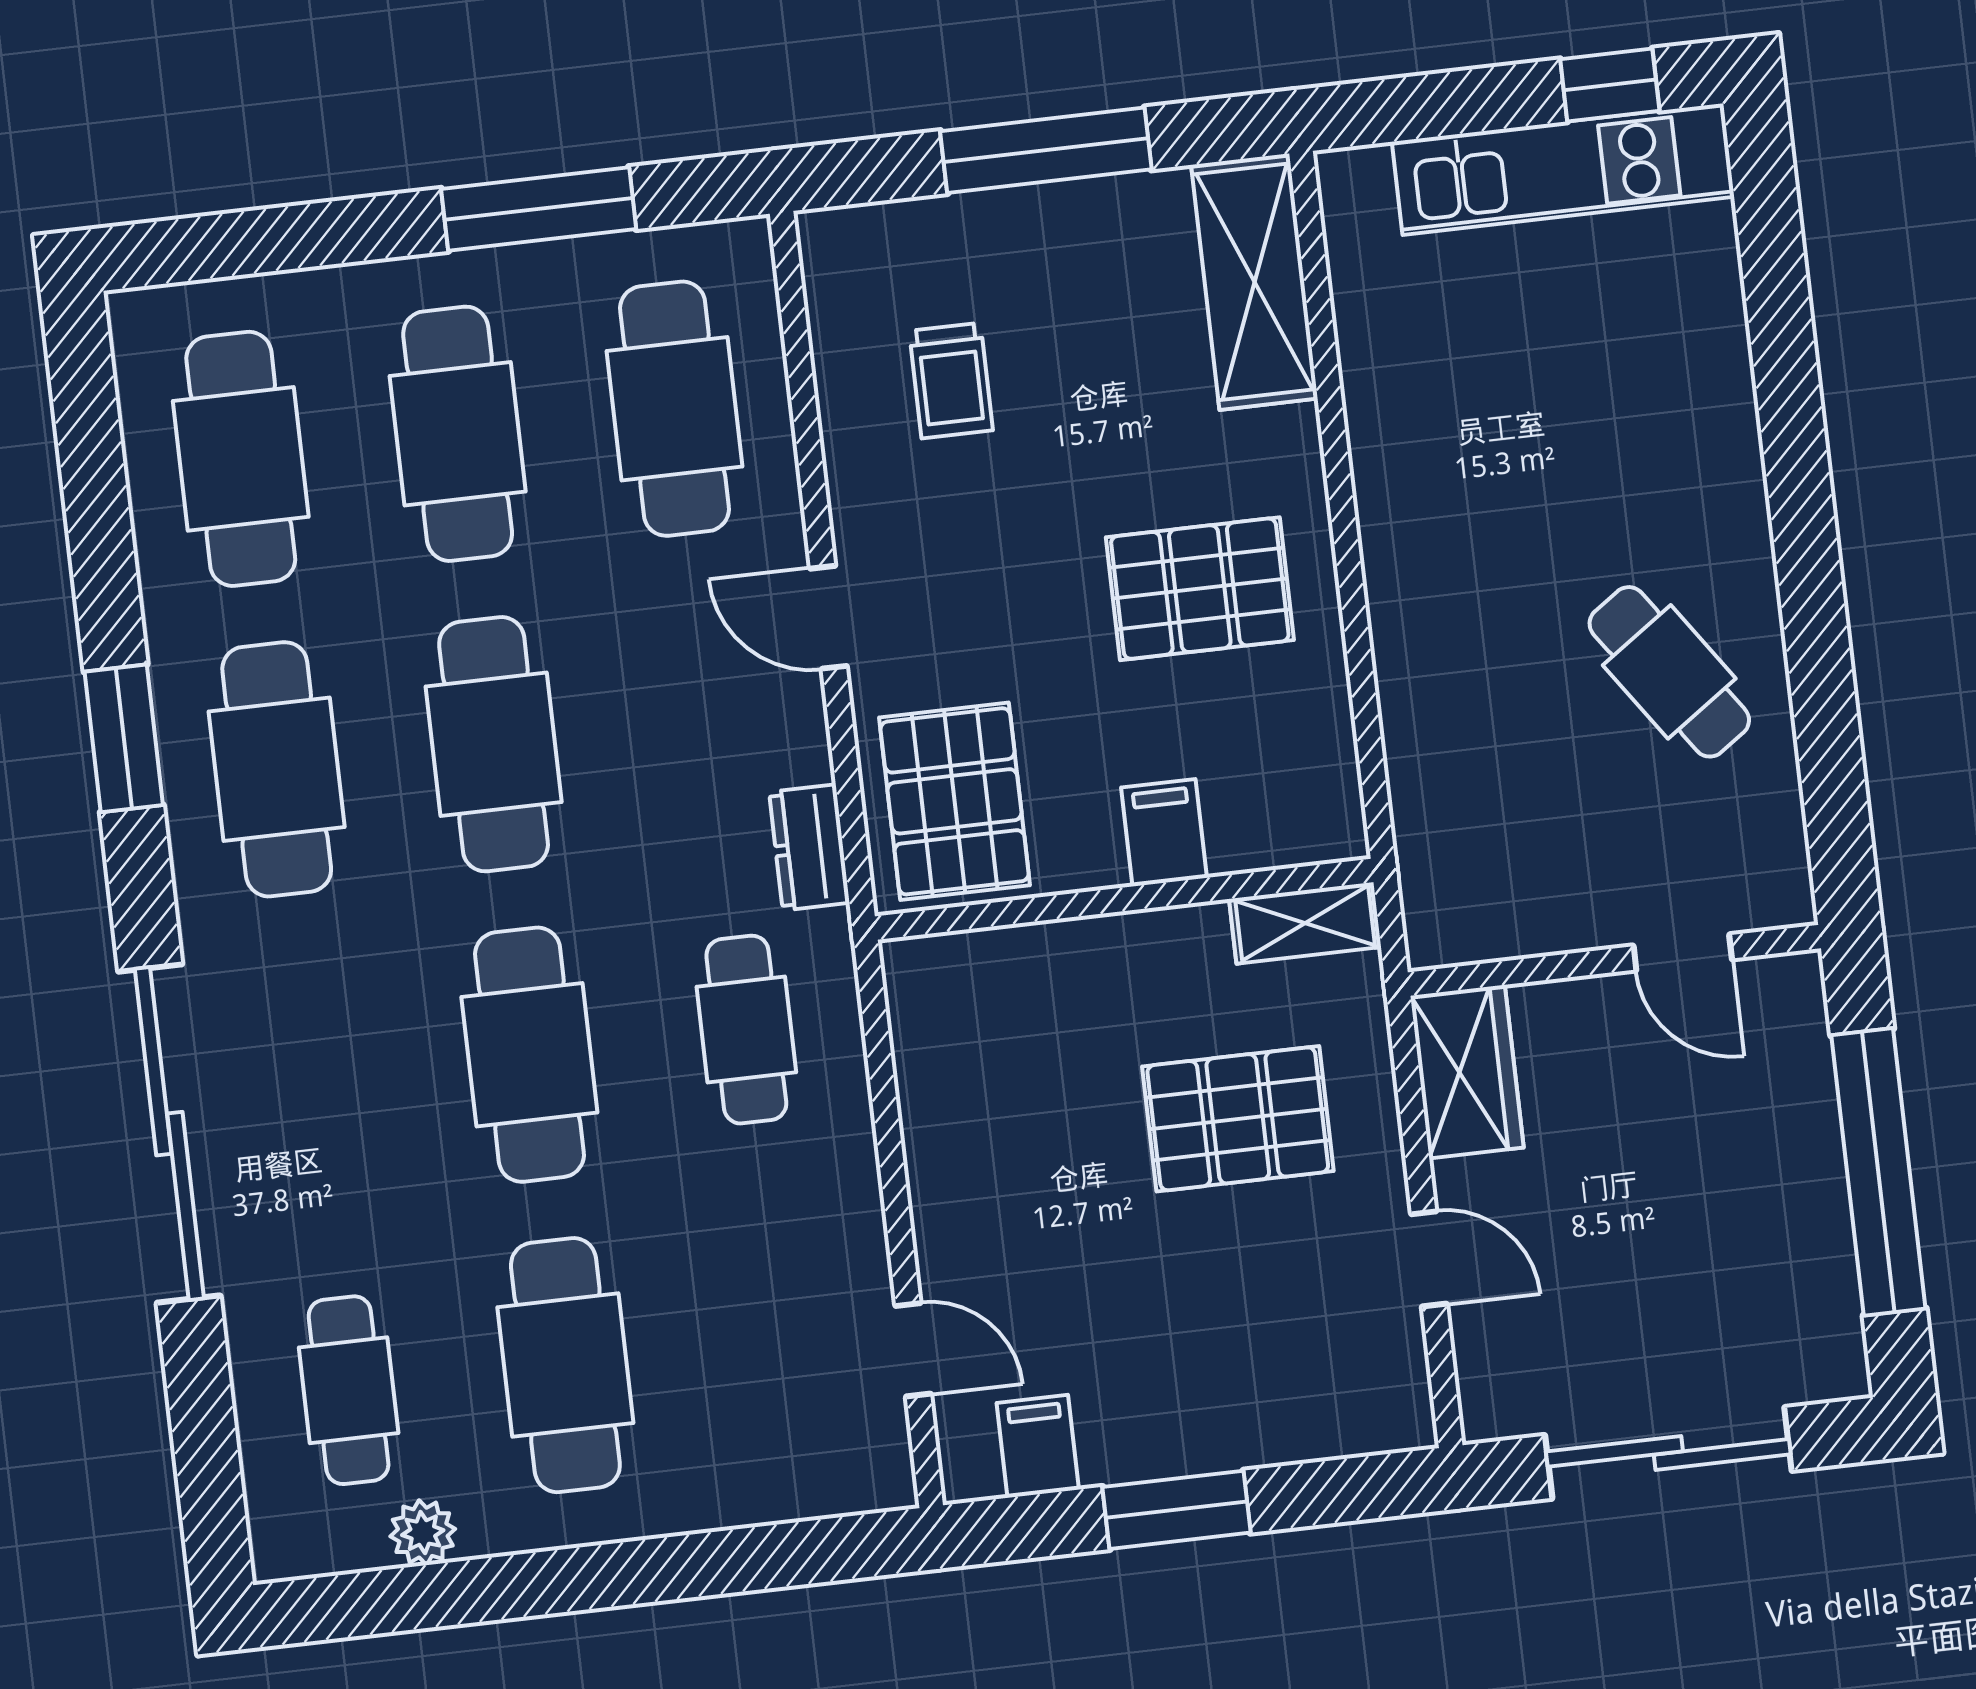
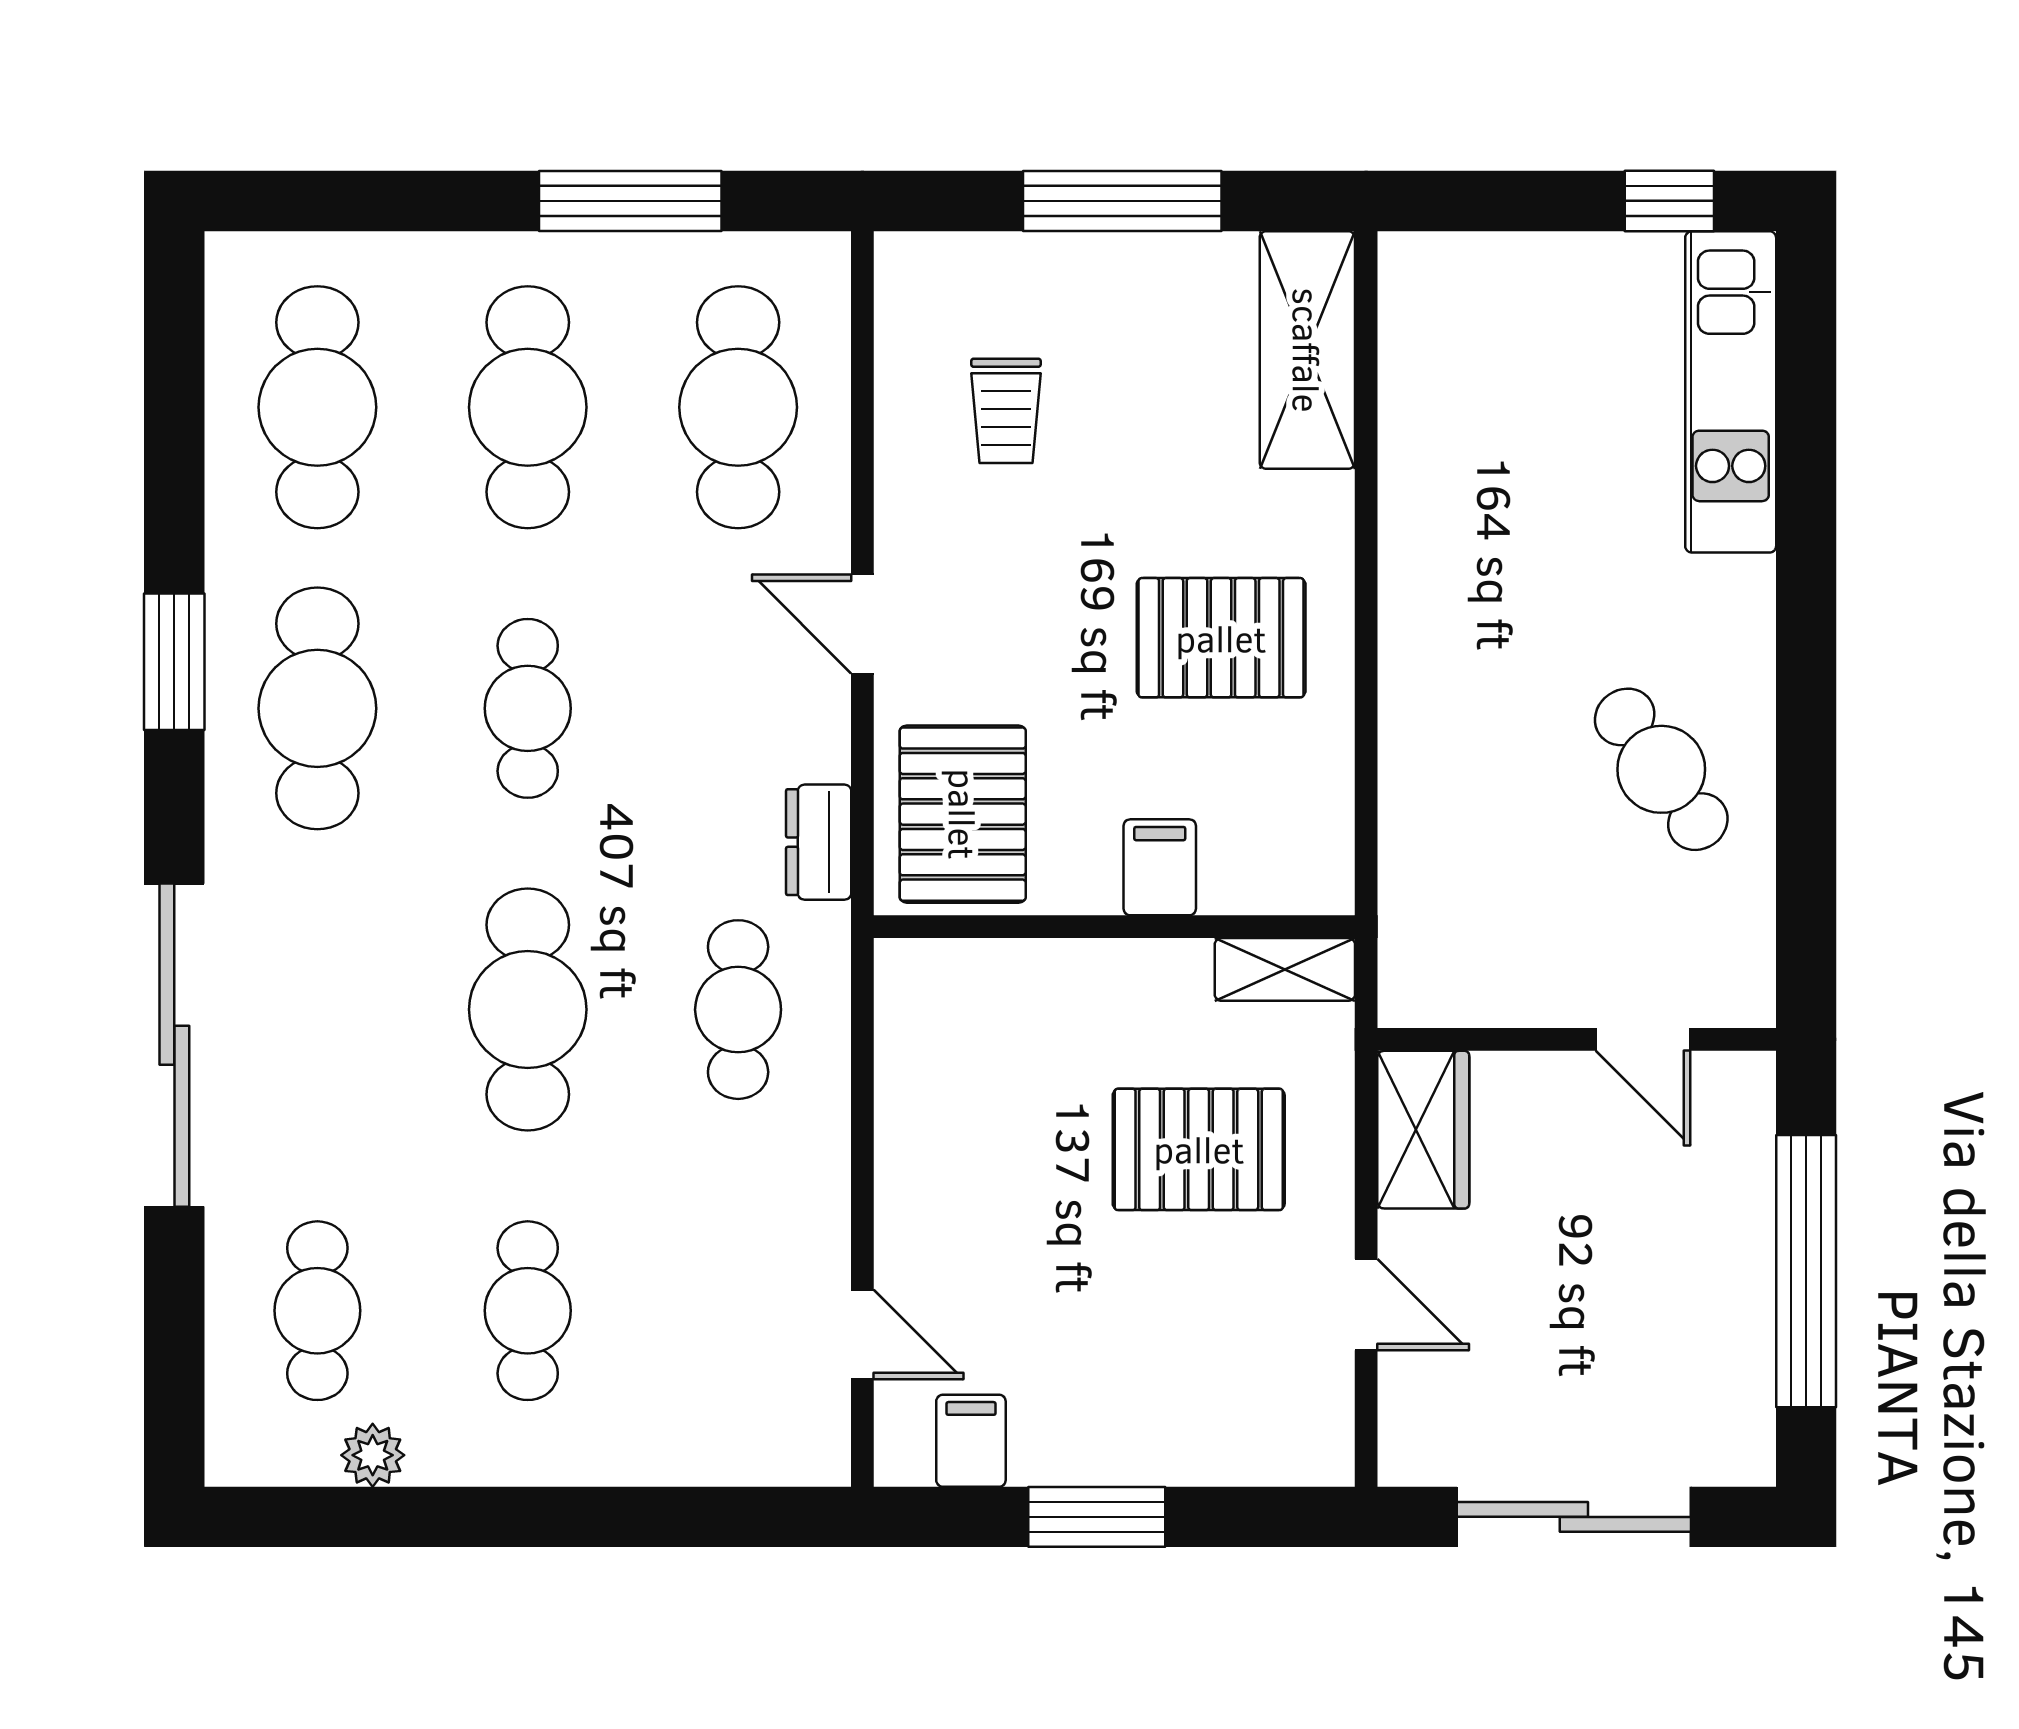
kitchen unit: (1563, 169) -> (1731, 392), moved, turned 90
cafe table: (494, 744) -> (528, 708), width x0.73, depth x0.74
cafe table: (565, 1365) -> (528, 1311), width x0.73, depth x0.74

